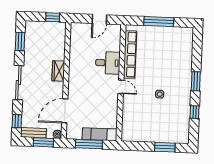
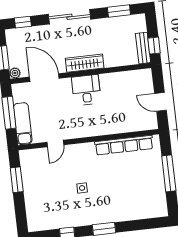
desk: (108, 63) -> (86, 90), moved, turned 180
wardrobe: (58, 71) -> (85, 63), width x1.50
door: (121, 87) -> (55, 144), moved
bench: (33, 133) -> (143, 48), moved
window: (165, 147) -> (17, 180), moved

